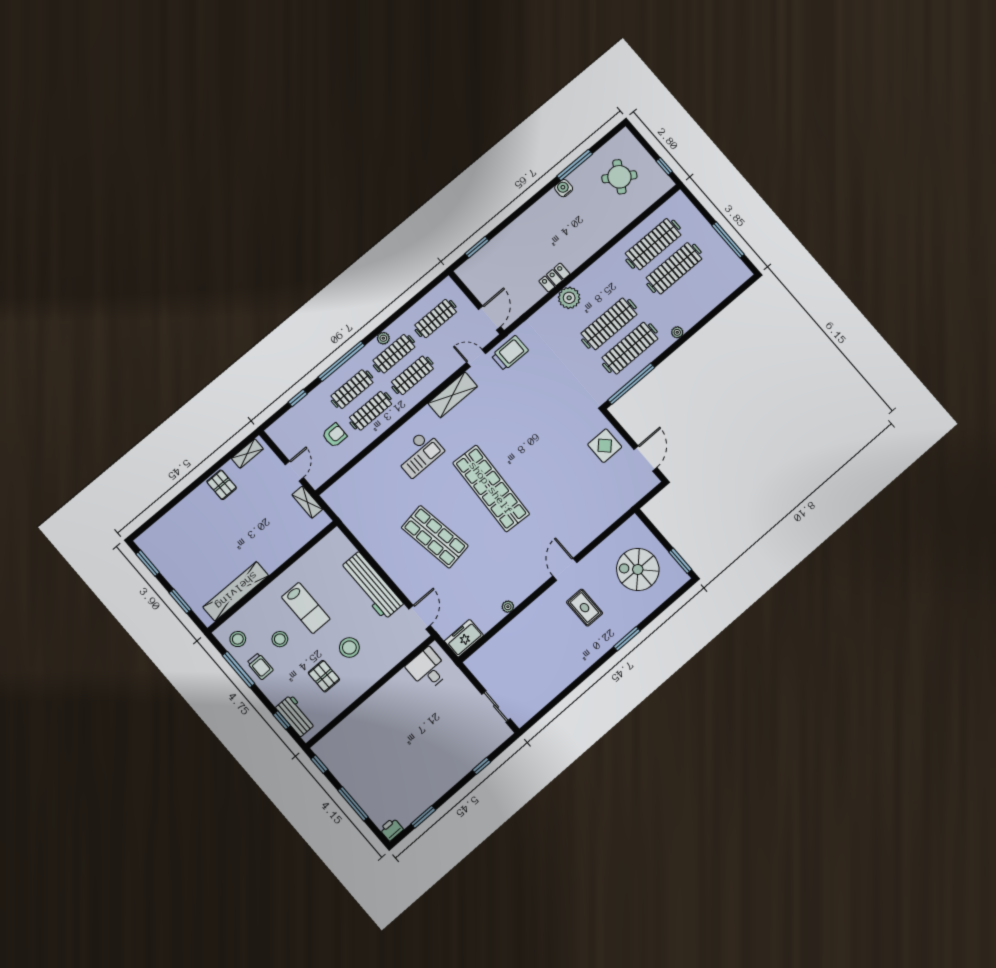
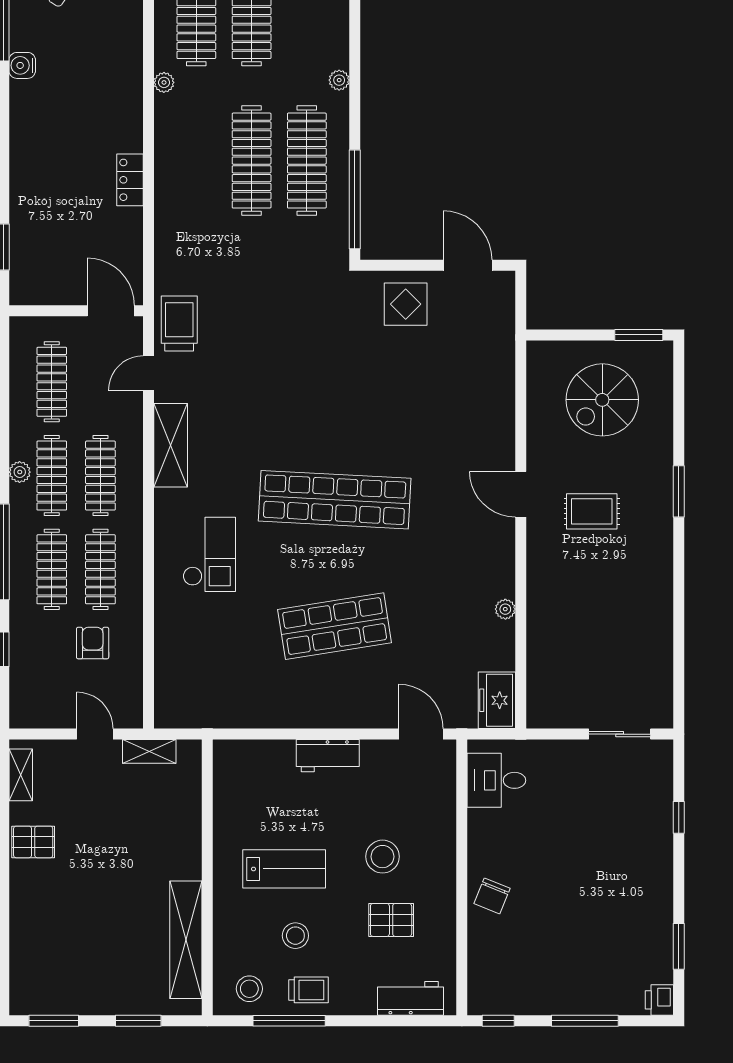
plant: (569, 298) -> (164, 82), moved, width x0.53, depth x0.53
workbench: (372, 586) -> (328, 756), width x0.53, depth x0.76
chair: (374, 712) -> (492, 896), added
window: (282, 720) -> (401, 1021), removed

